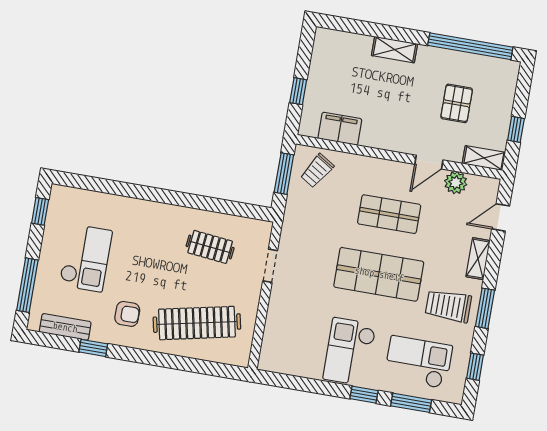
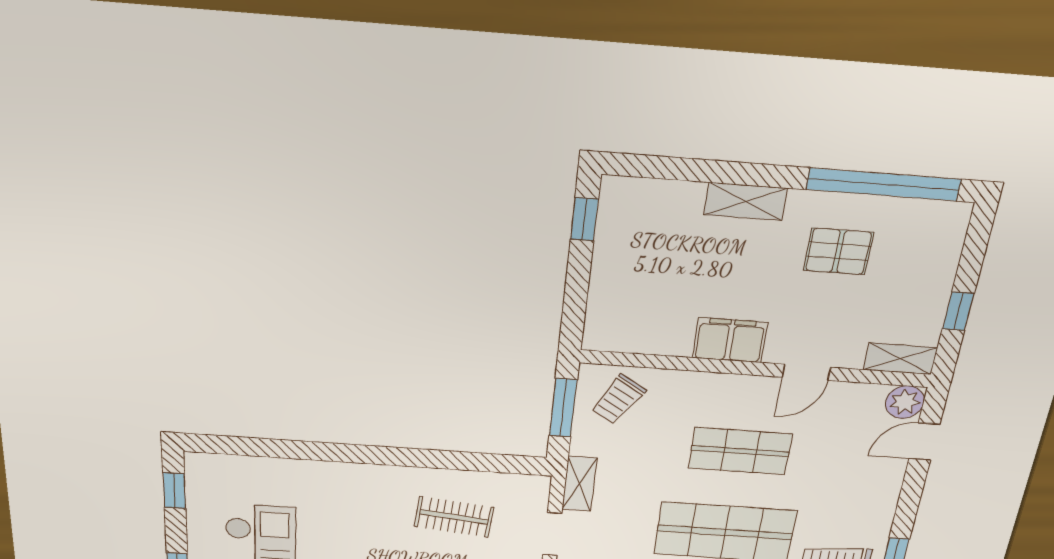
window: (298, 91) -> (584, 219), moved
pallet: (457, 103) -> (838, 251), moved, turned 90
filing cabinet: (340, 129) -> (730, 340), moved
plant: (456, 183) -> (905, 402), moved
shelving: (478, 259) -> (579, 484), moved

